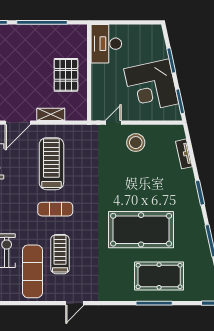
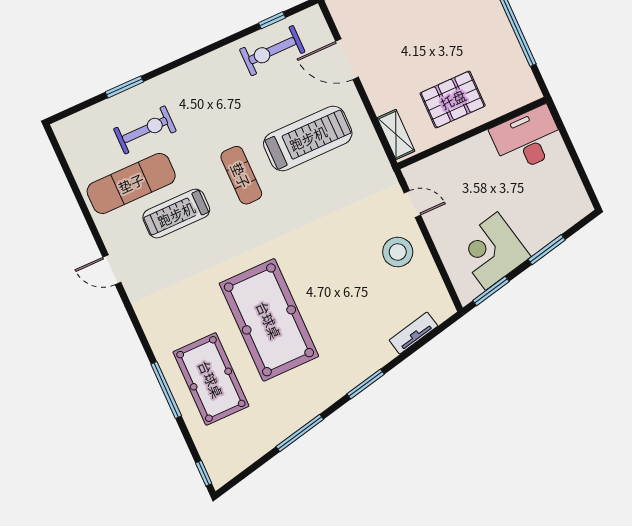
corner desk: (151, 86) -> (492, 251), width x0.74, depth x0.74
shelving: (51, 114) -> (396, 134), moved
treadmill: (60, 254) -> (176, 214), turned 180

